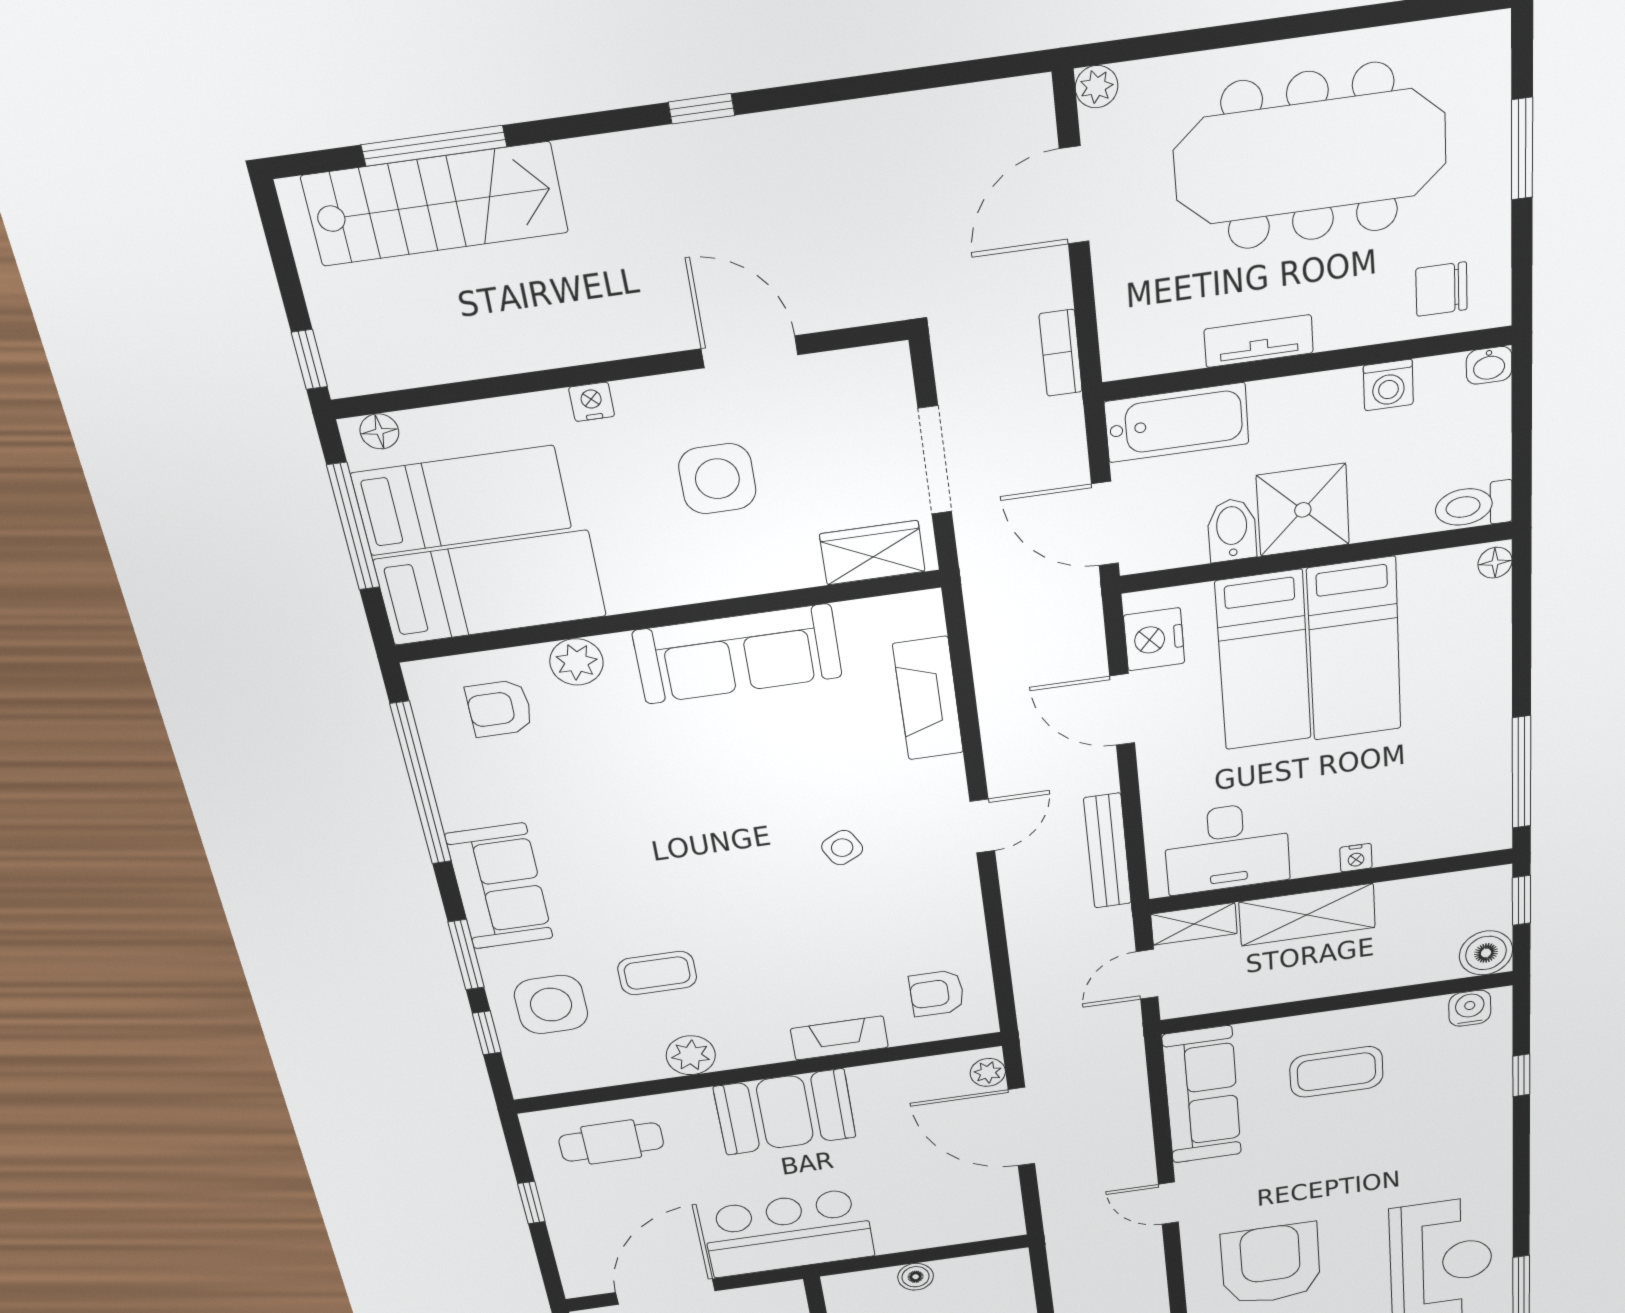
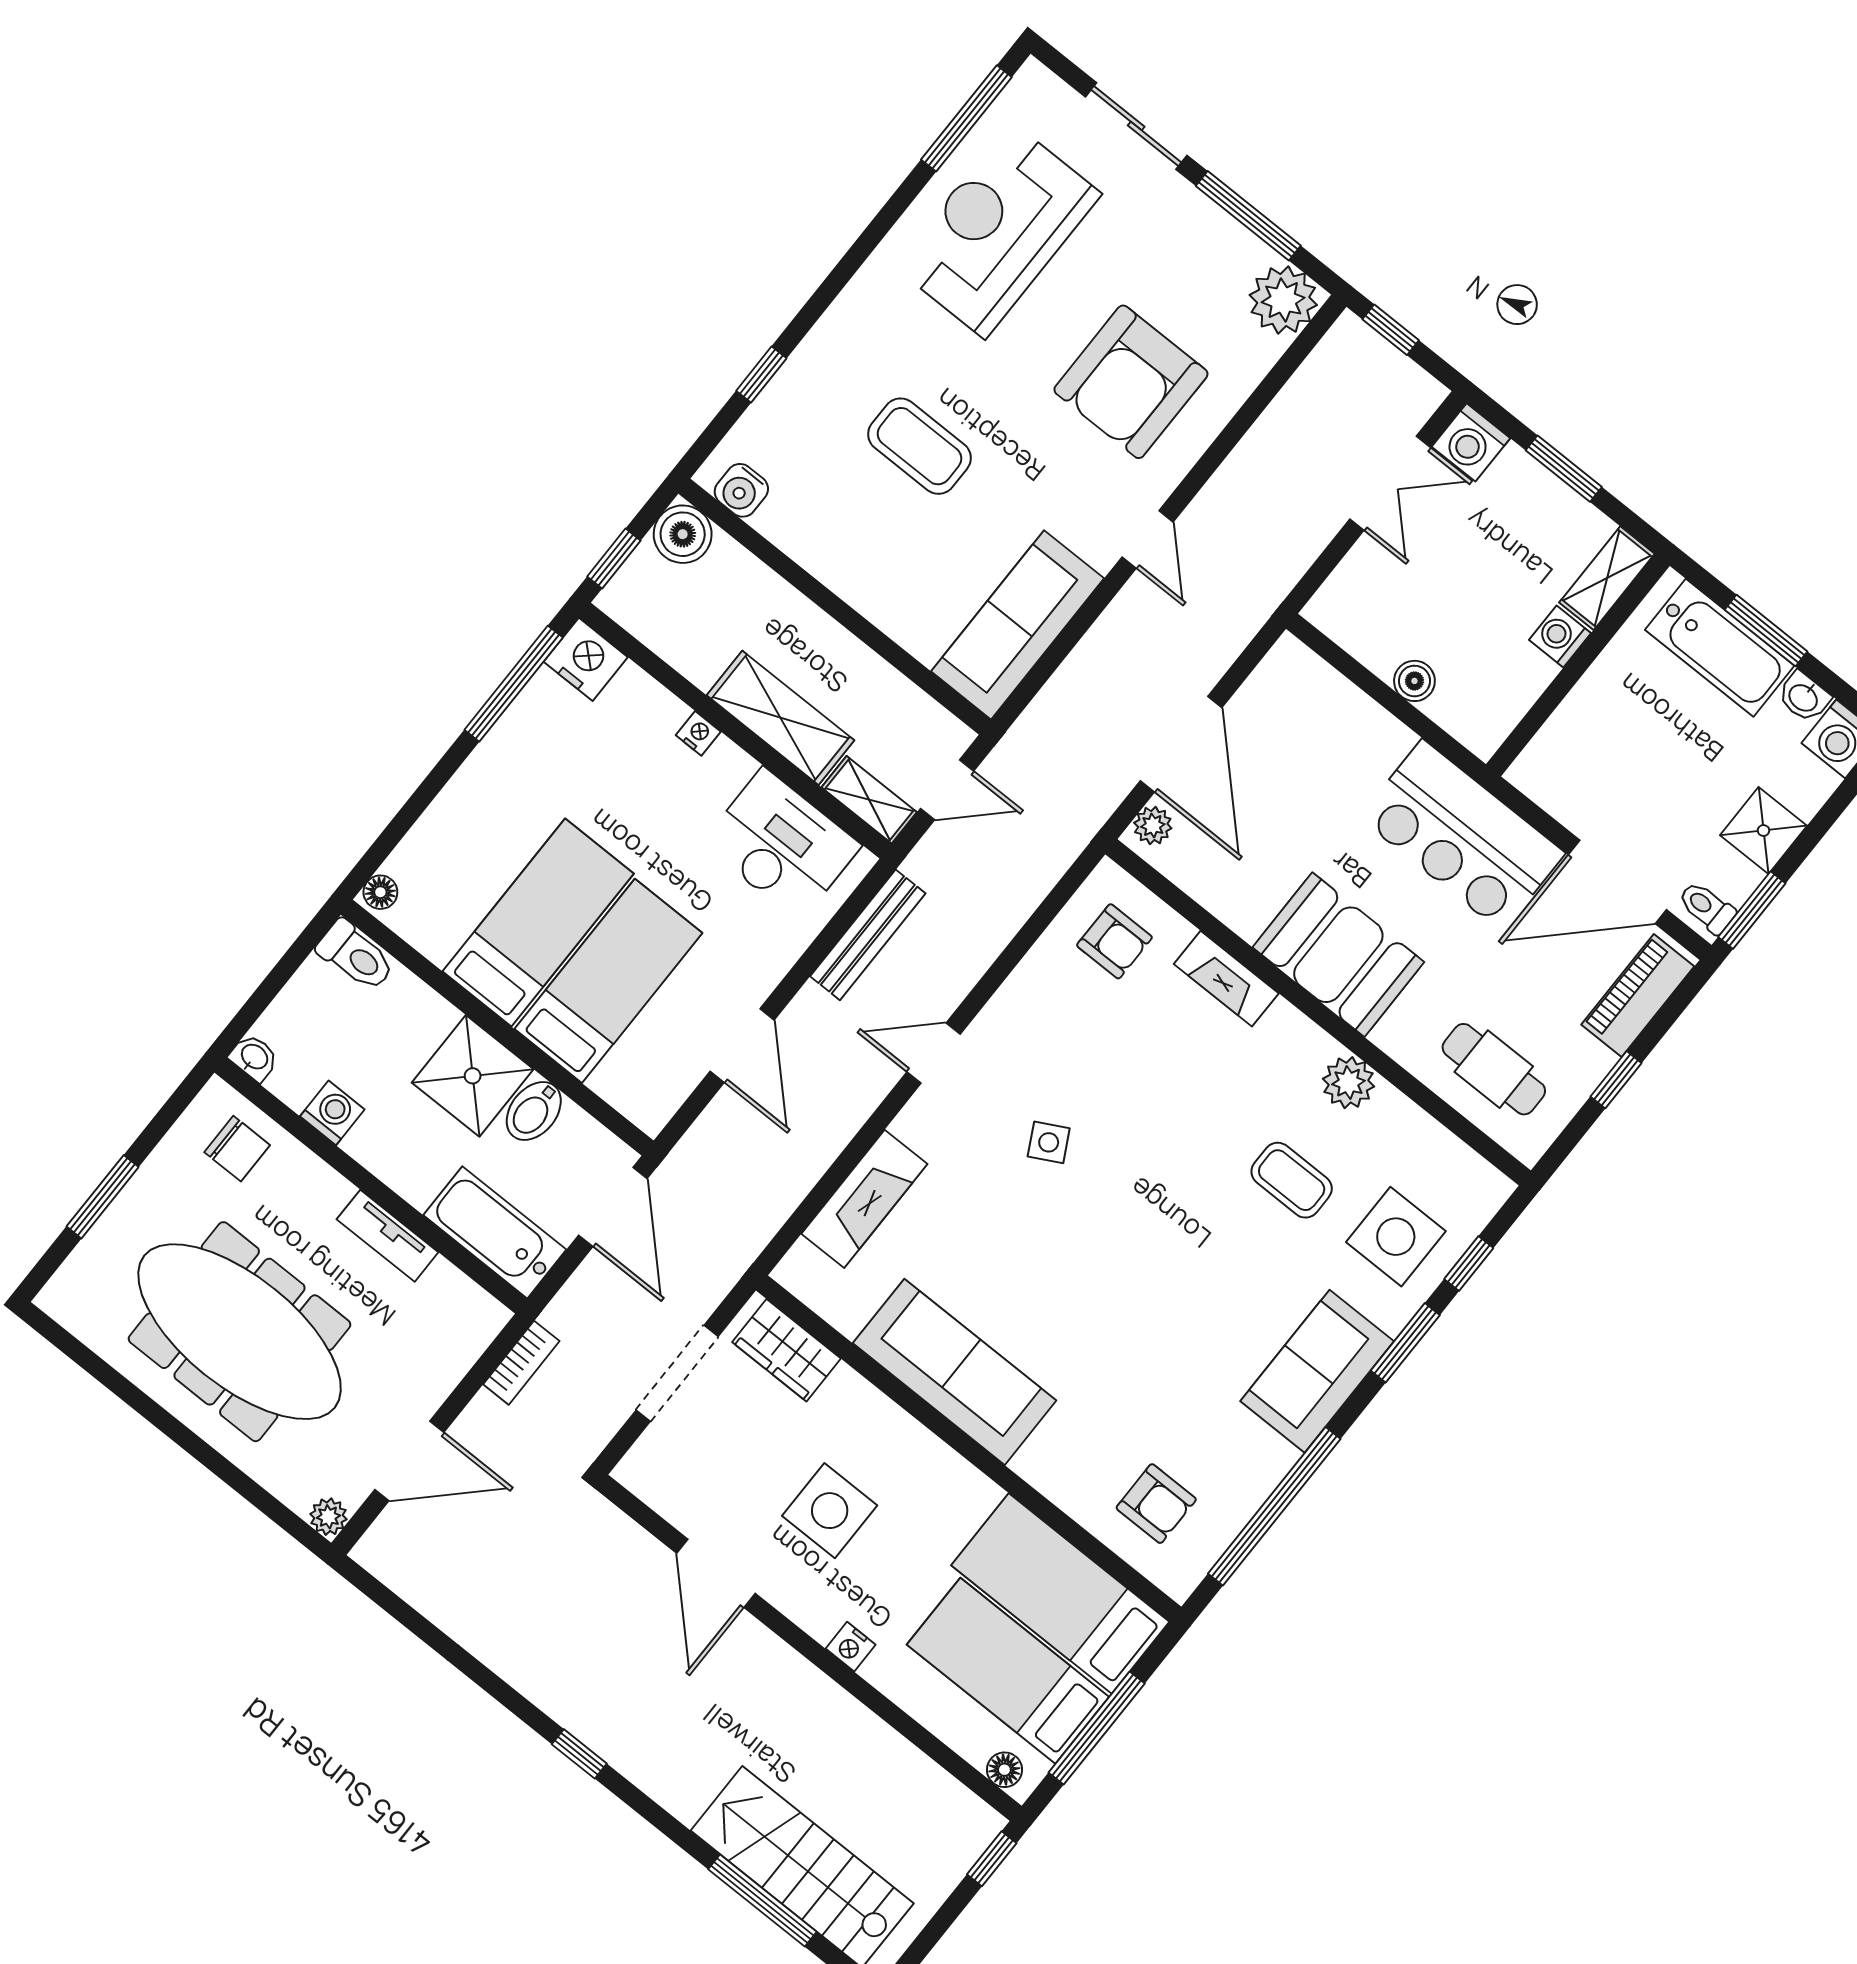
nightstand: (1154, 639) -> (586, 659), moved, turned -90
plant: (576, 662) -> (1066, 1482), removed
coffee table: (1336, 1072) -> (920, 446), moved
piano: (577, 1252) -> (1638, 996), added

